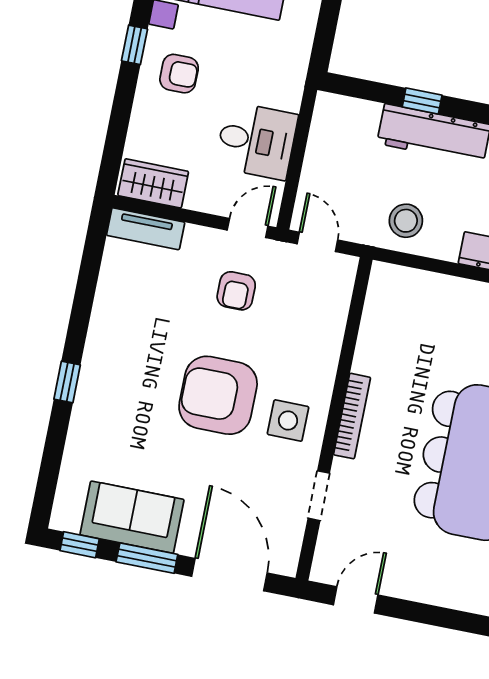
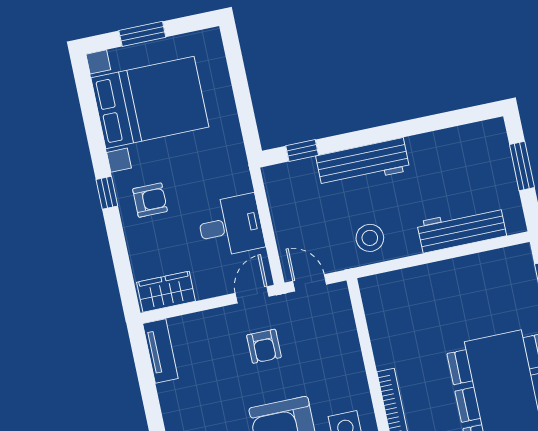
window: (422, 101) -> (302, 150), moved
tv unit: (146, 229) -> (160, 351), moved, turned -90

